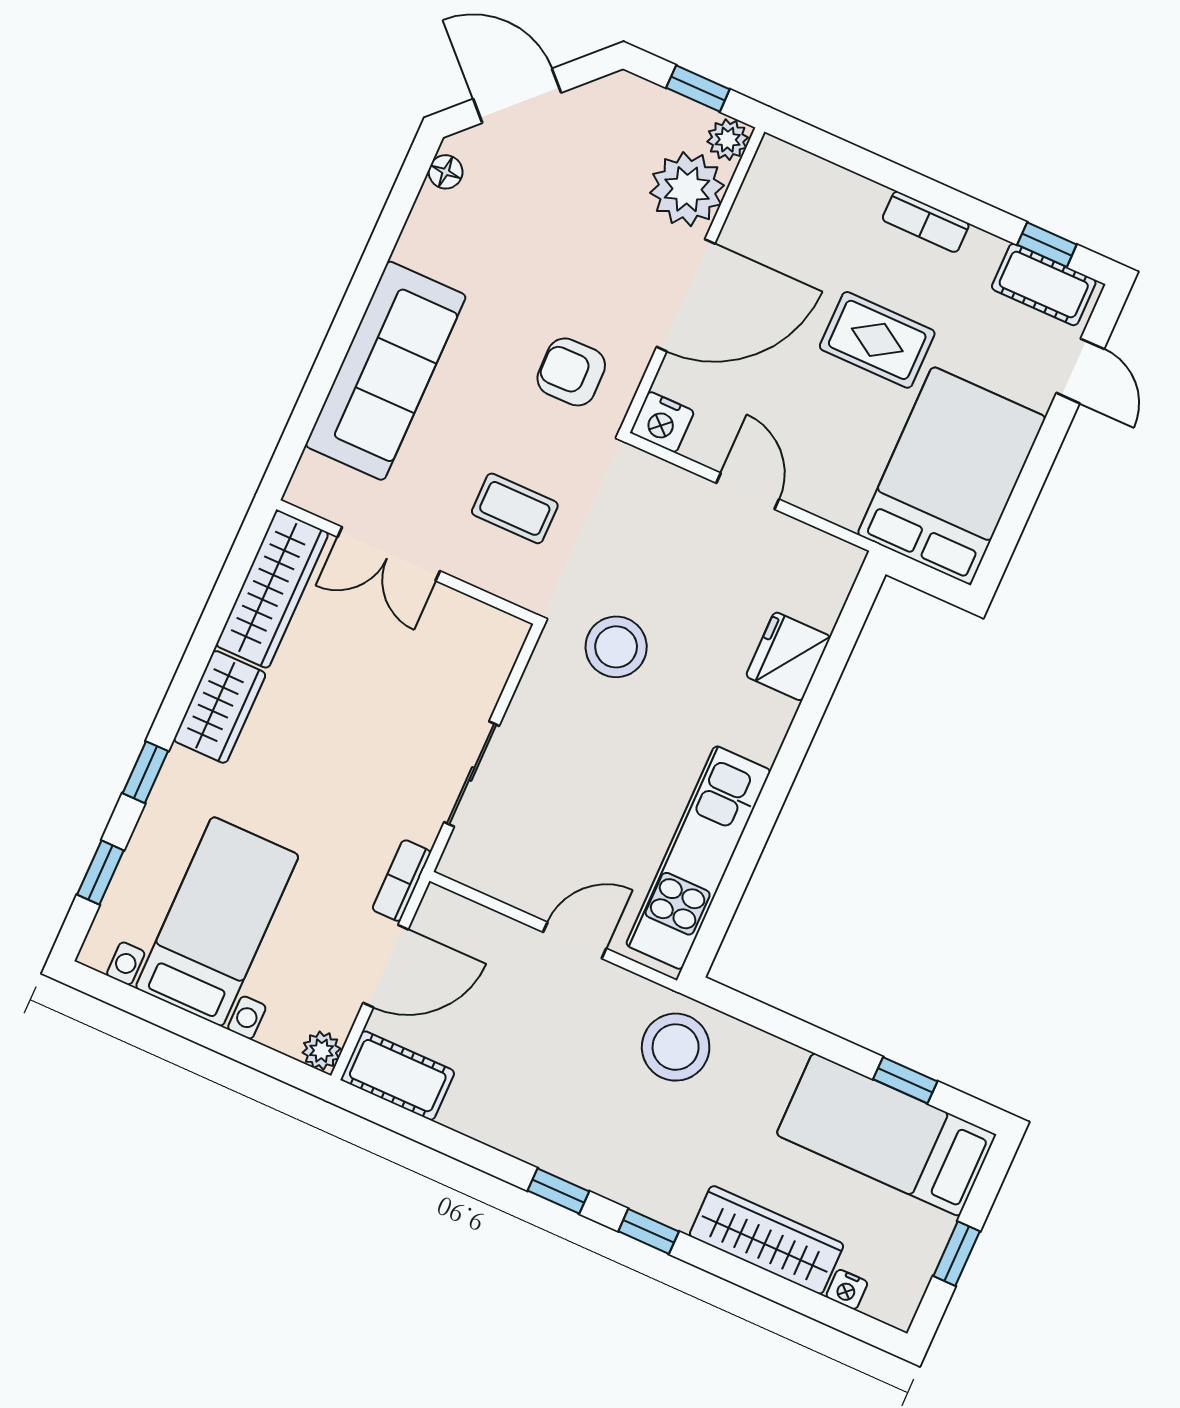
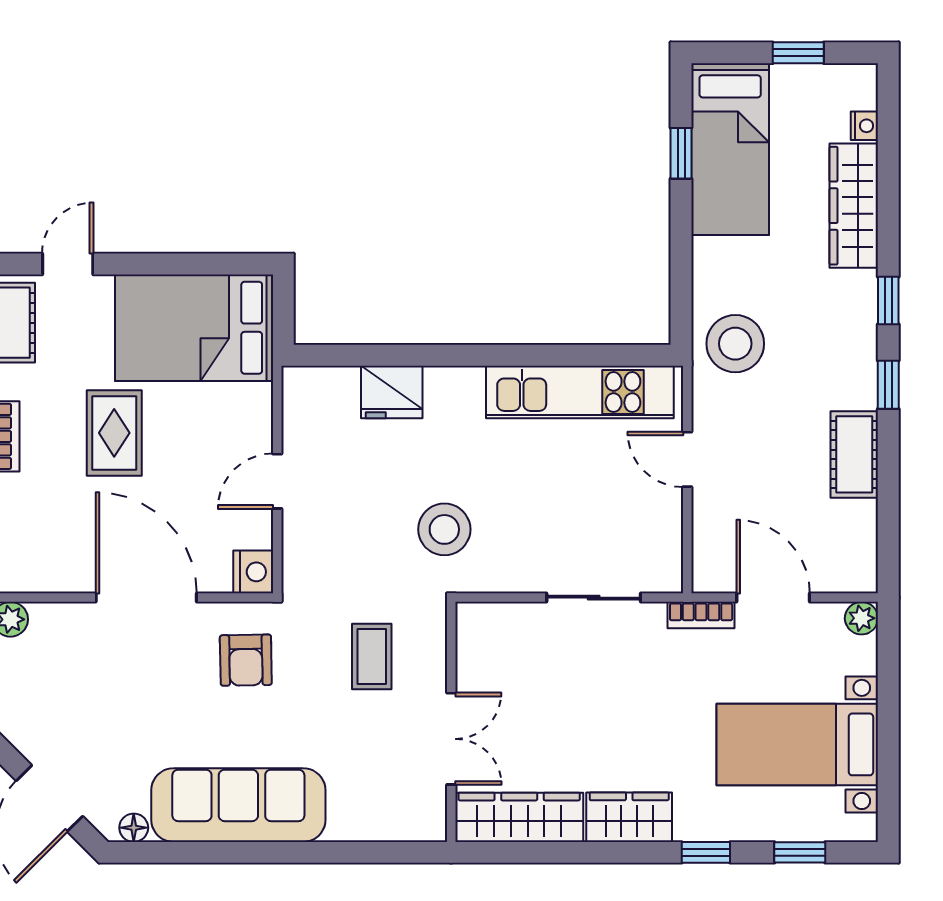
plant: (687, 189) -> (63, 634), removed
sofa: (386, 371) -> (238, 805), moved
cot: (398, 1076) -> (854, 454), moved

